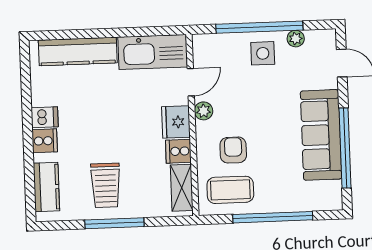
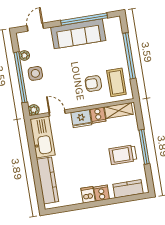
plant: (204, 111) -> (34, 110), moved
trolley: (106, 185) -> (123, 155), turned 180

